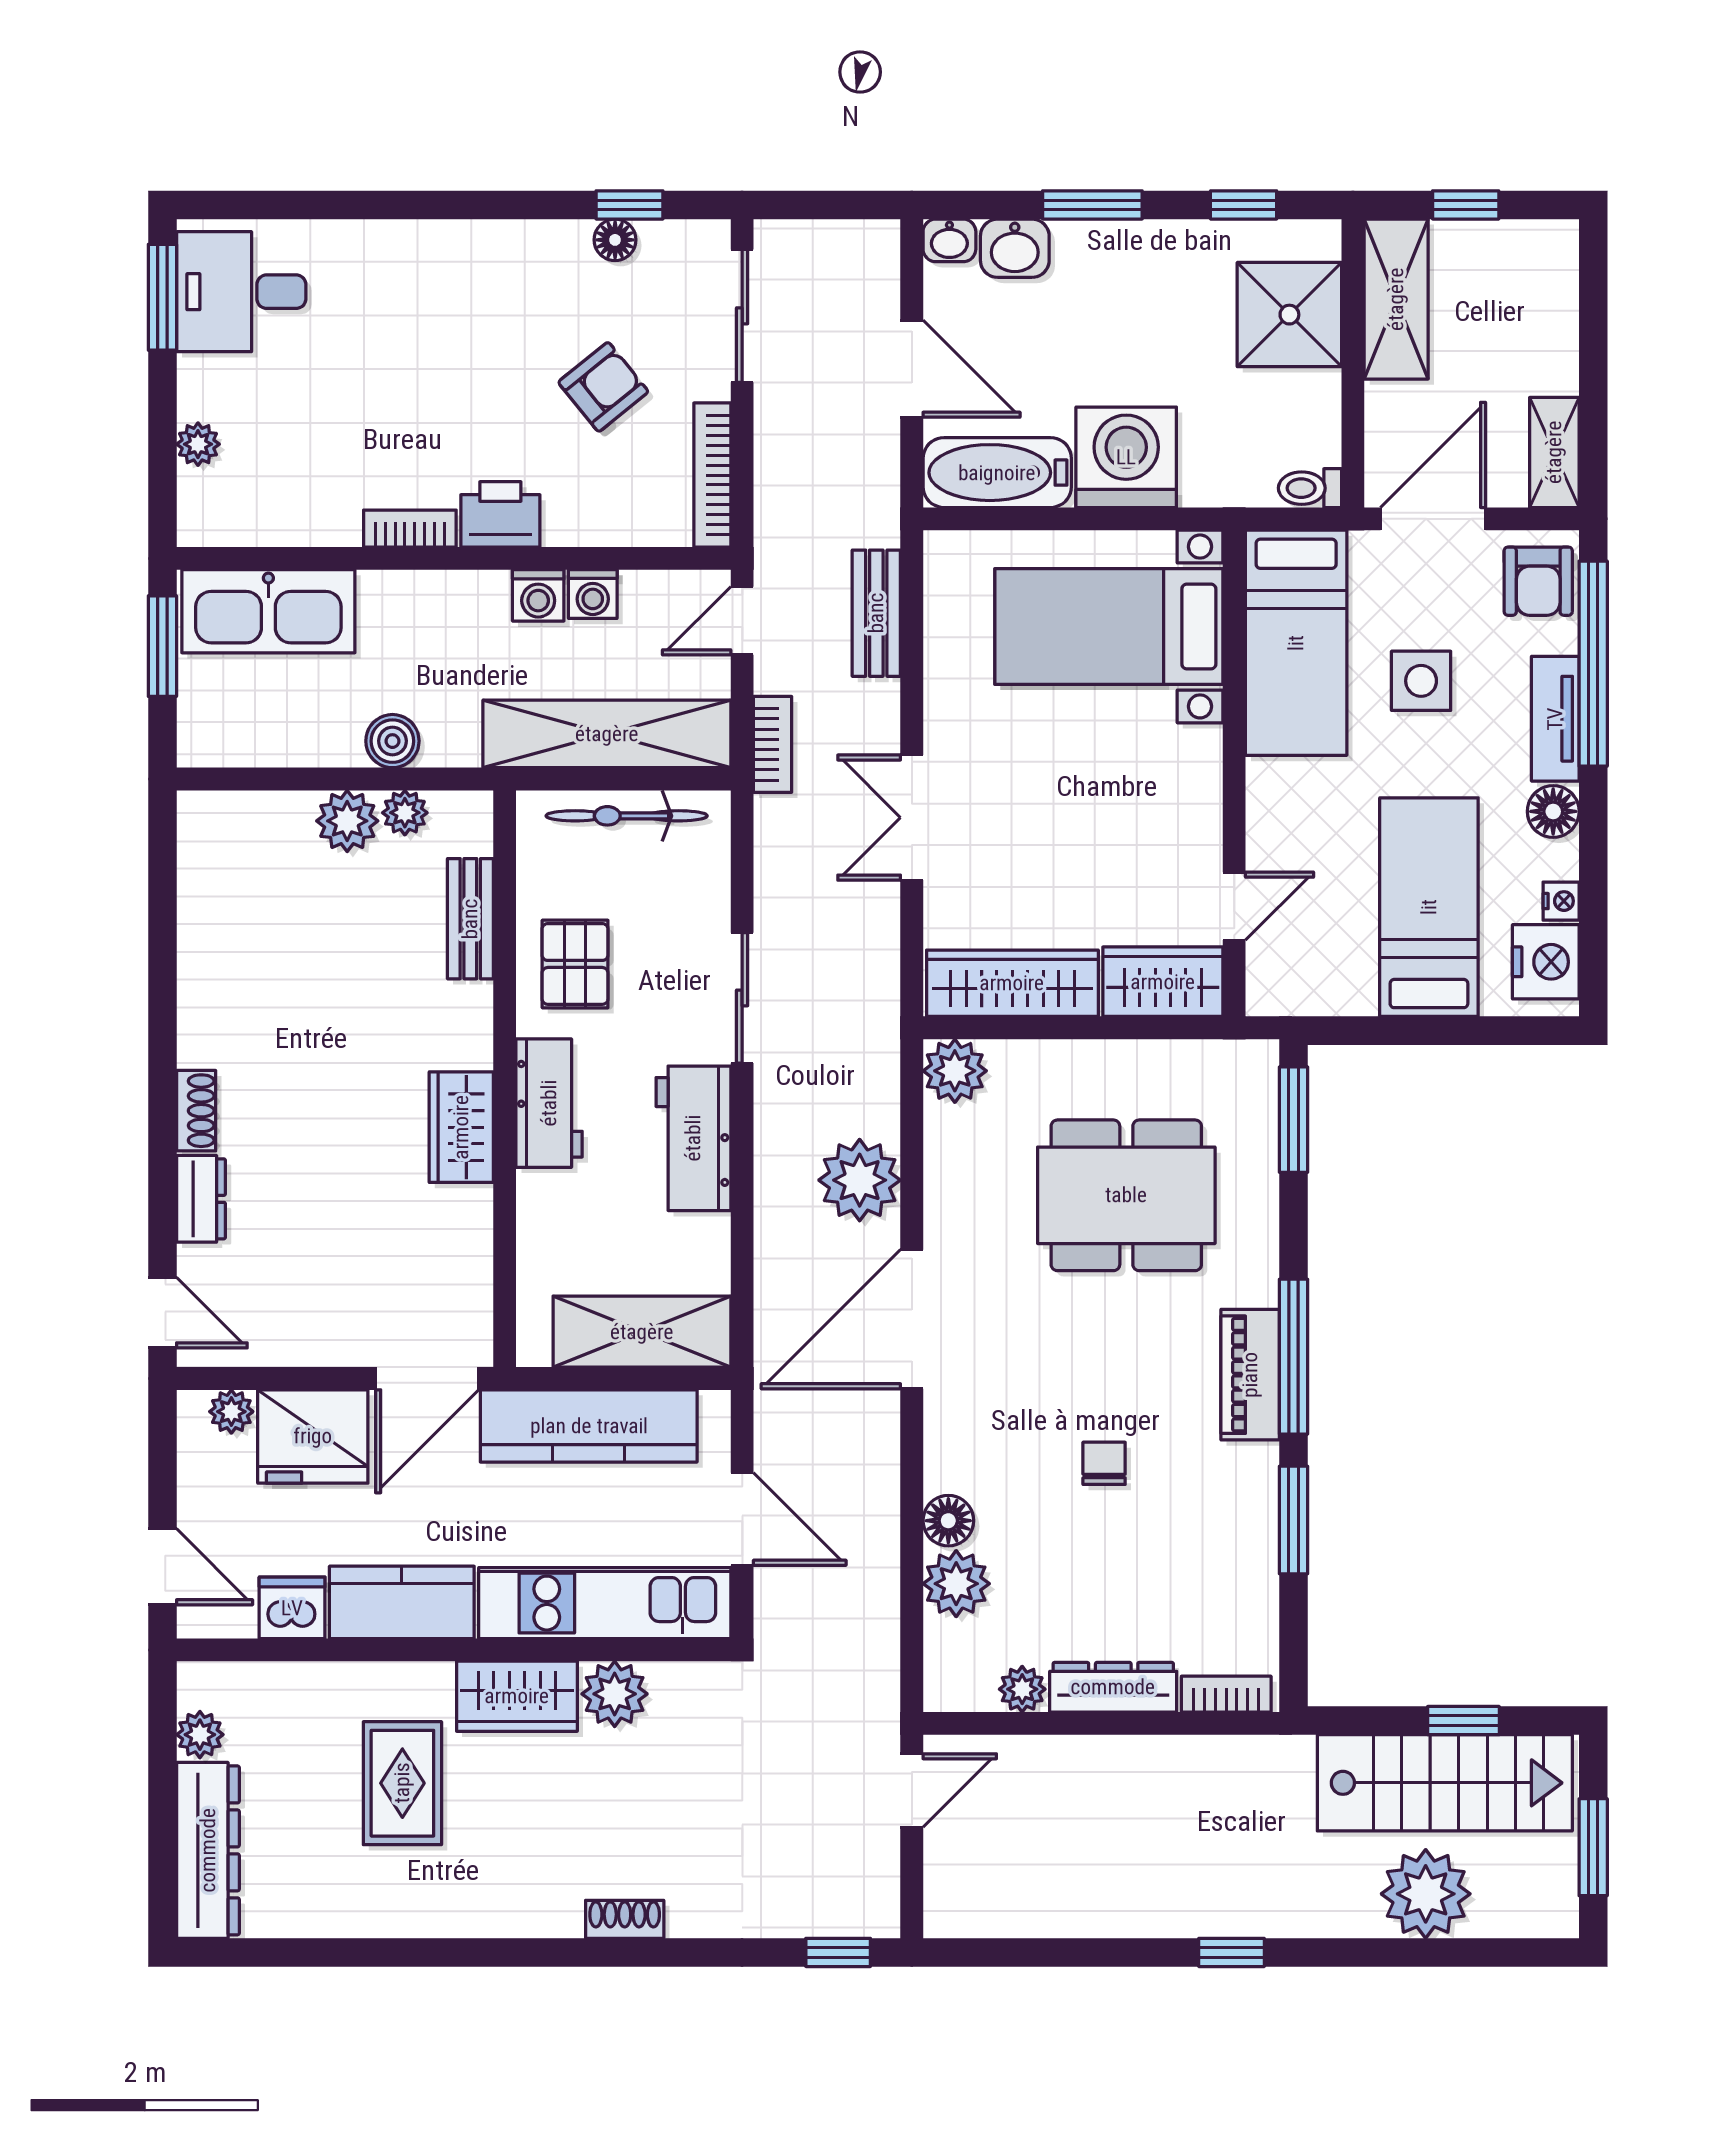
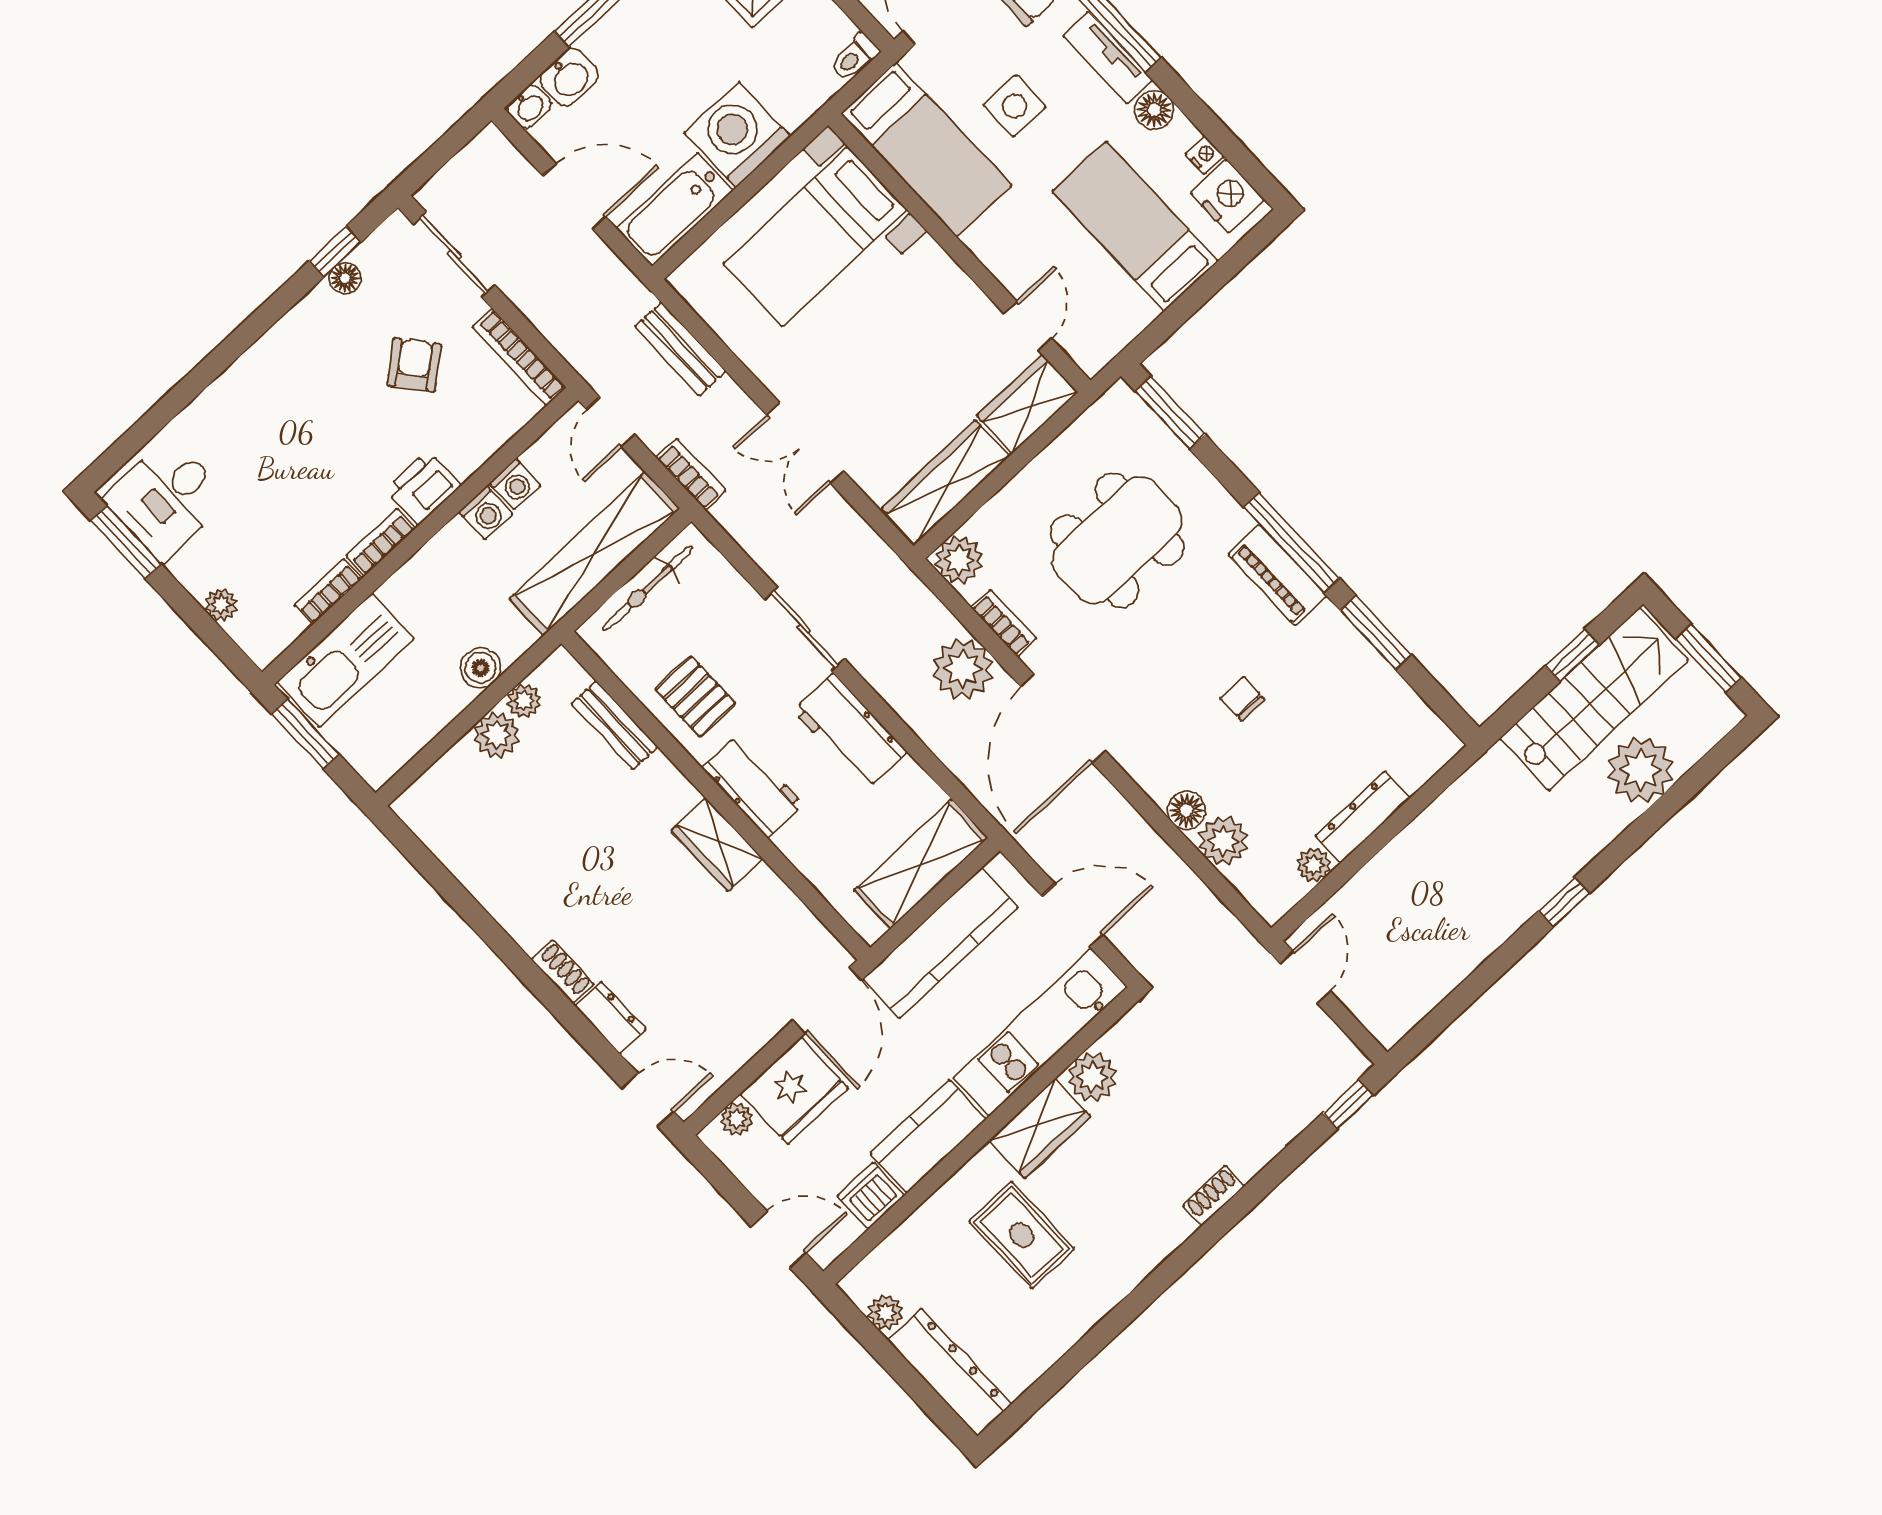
bookcase: (314, 529) -> (328, 592), added
bookcase: (1226, 1694) -> (1004, 623), moved, turned 90

